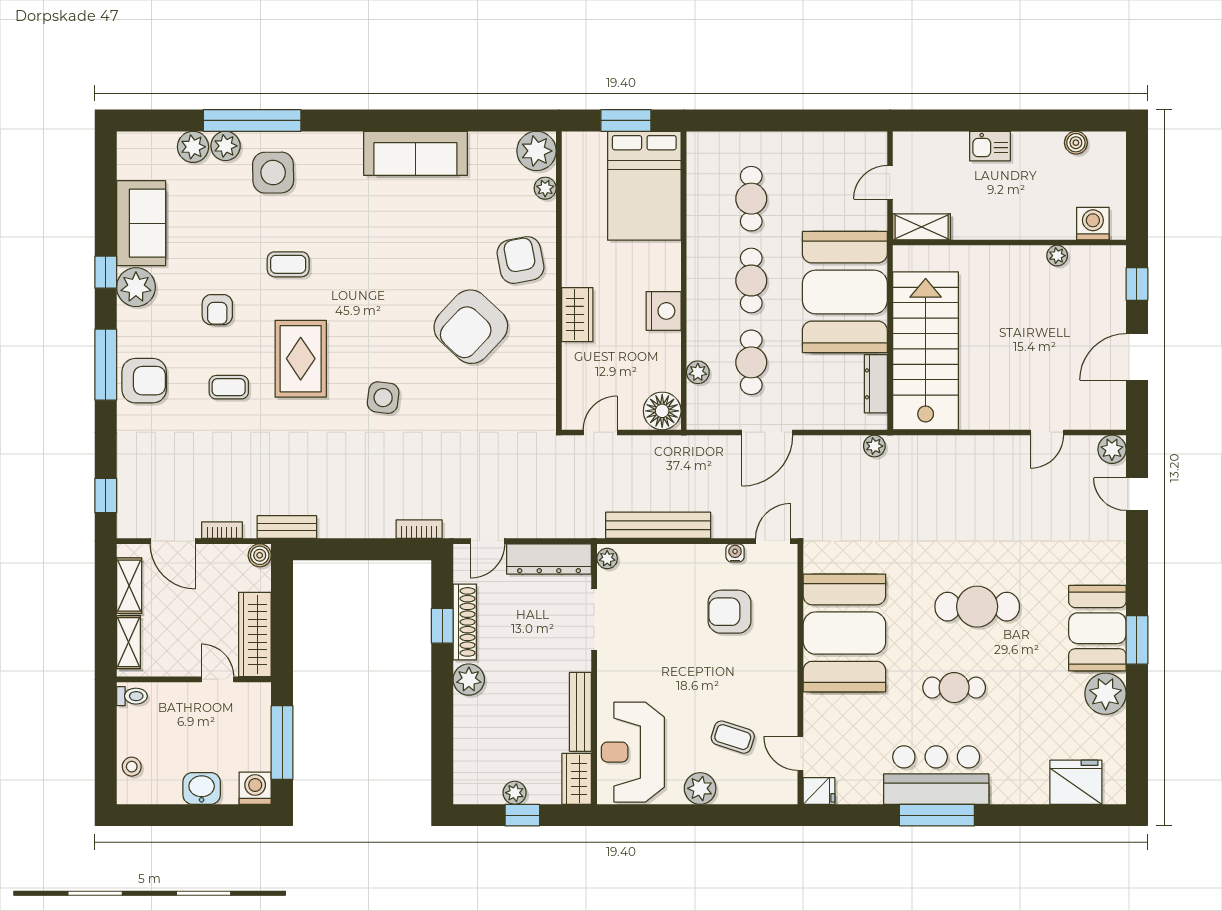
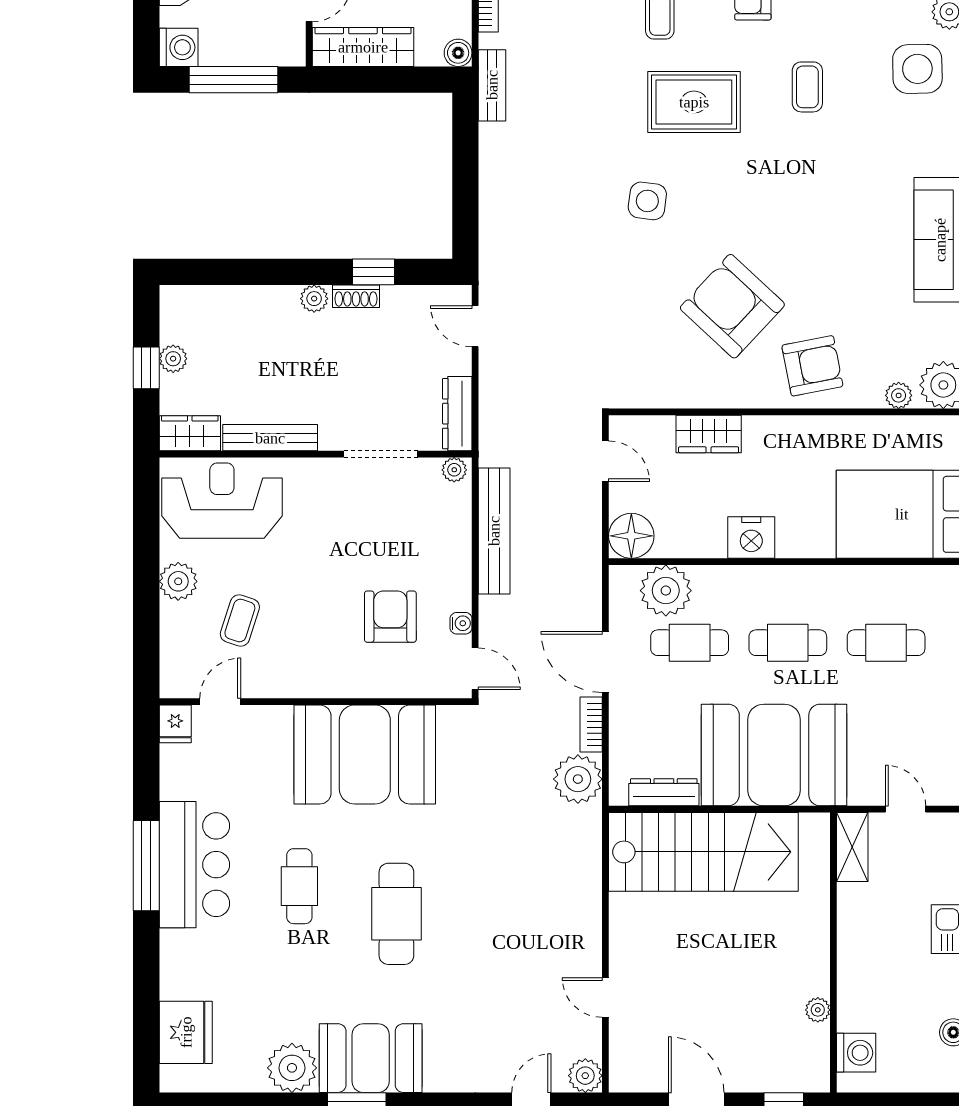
wardrobe: (577, 315) -> (709, 434), moved
plant: (698, 372) -> (666, 591), width x1.87, depth x1.87
plant: (874, 446) -> (578, 779), width x1.88, depth x1.88
bookcase: (419, 529) -> (591, 725), moved, turned 180
dresser: (549, 559) -> (457, 414), width x0.73, depth x0.80
shoe rack: (465, 622) -> (356, 296), width x0.51, depth x0.81
plant: (469, 680) -> (314, 299), width x0.73, depth x0.73

